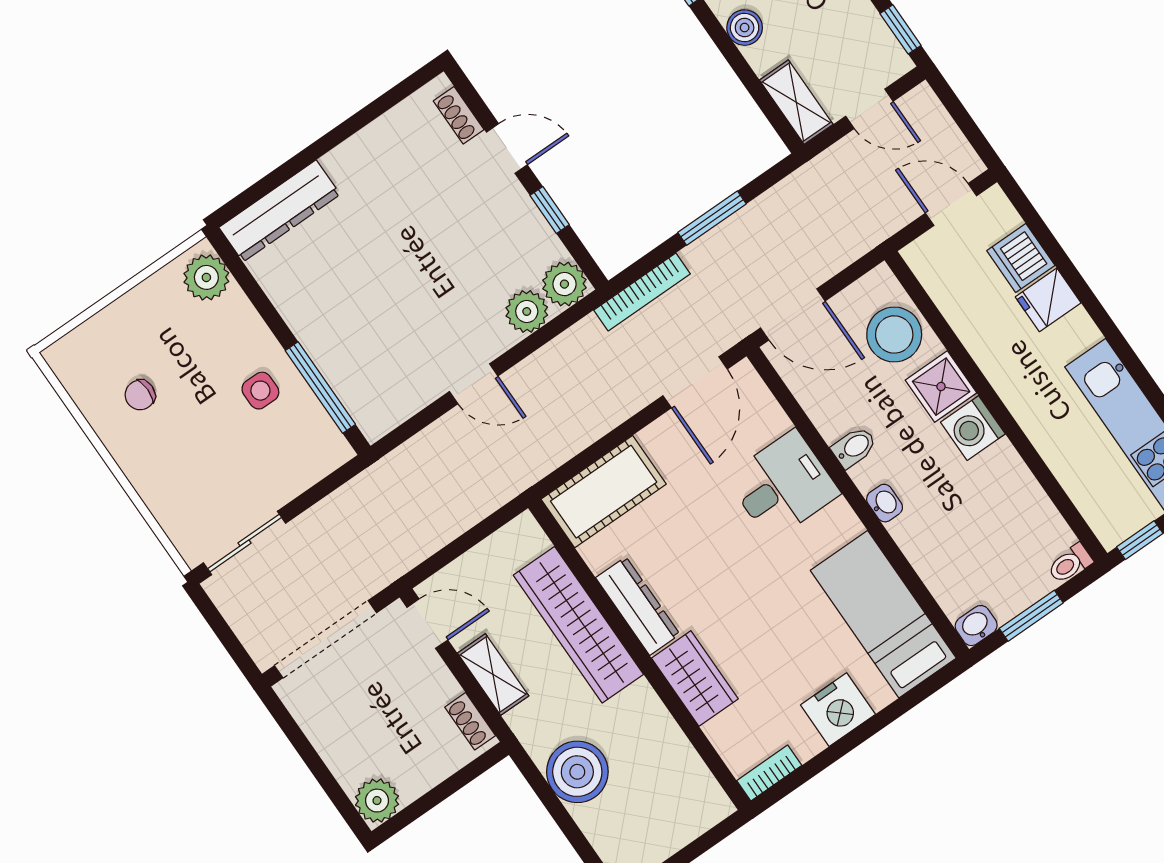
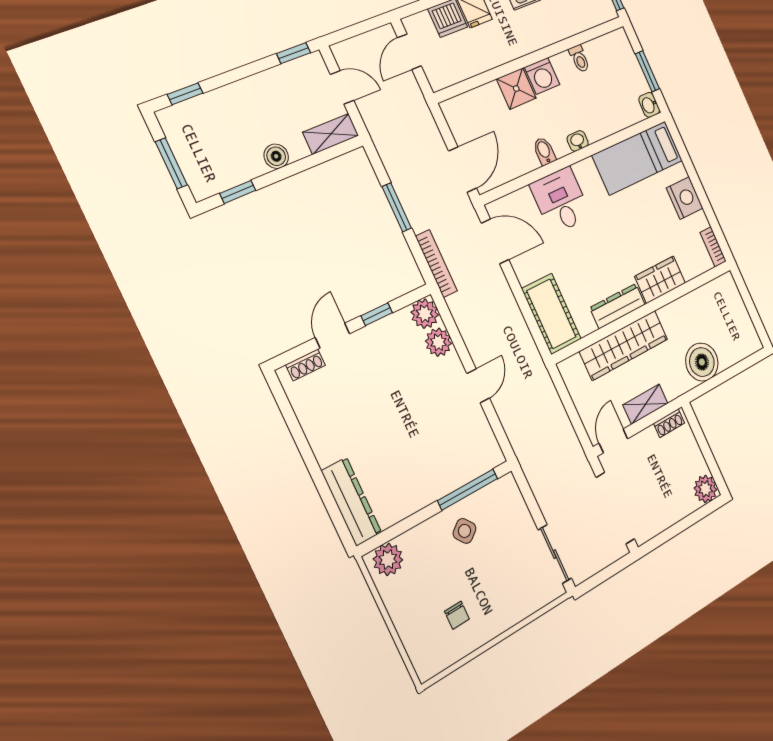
door: (869, 109) -> (342, 87), hinge flipped
stool: (894, 334) -> (483, 109), removed
side table: (260, 391) -> (464, 531), turned -38
toilet: (1070, 564) -> (579, 59), moved

